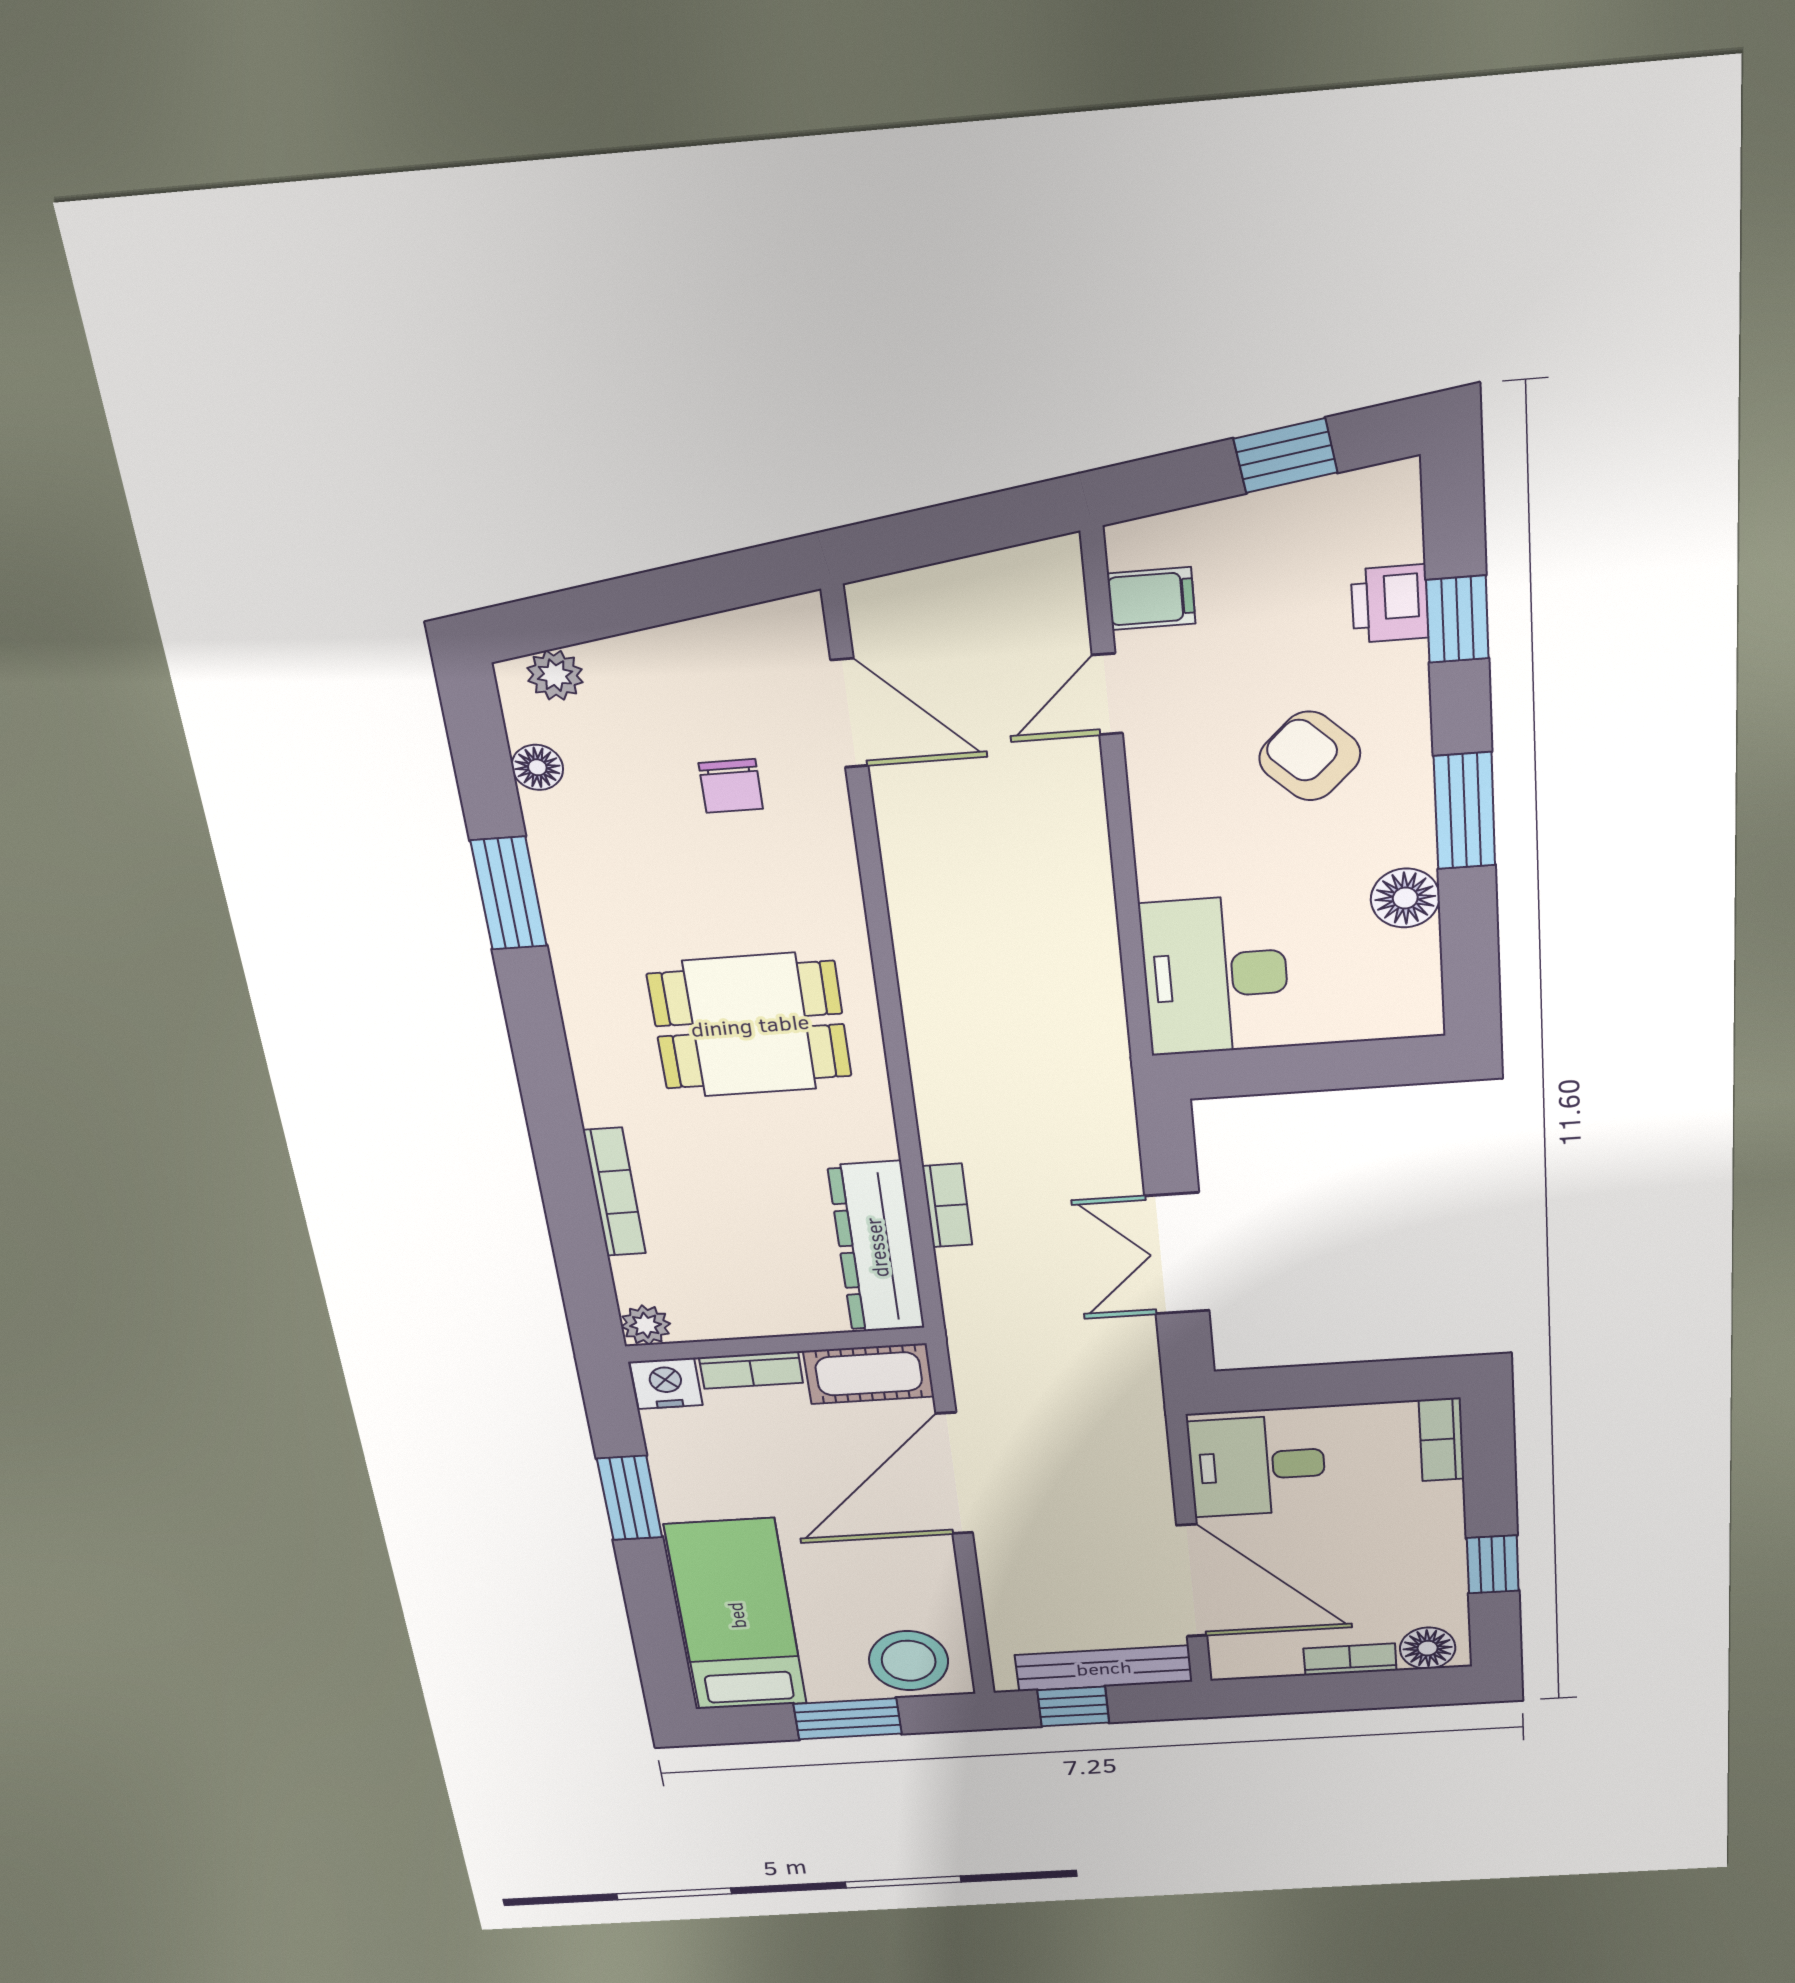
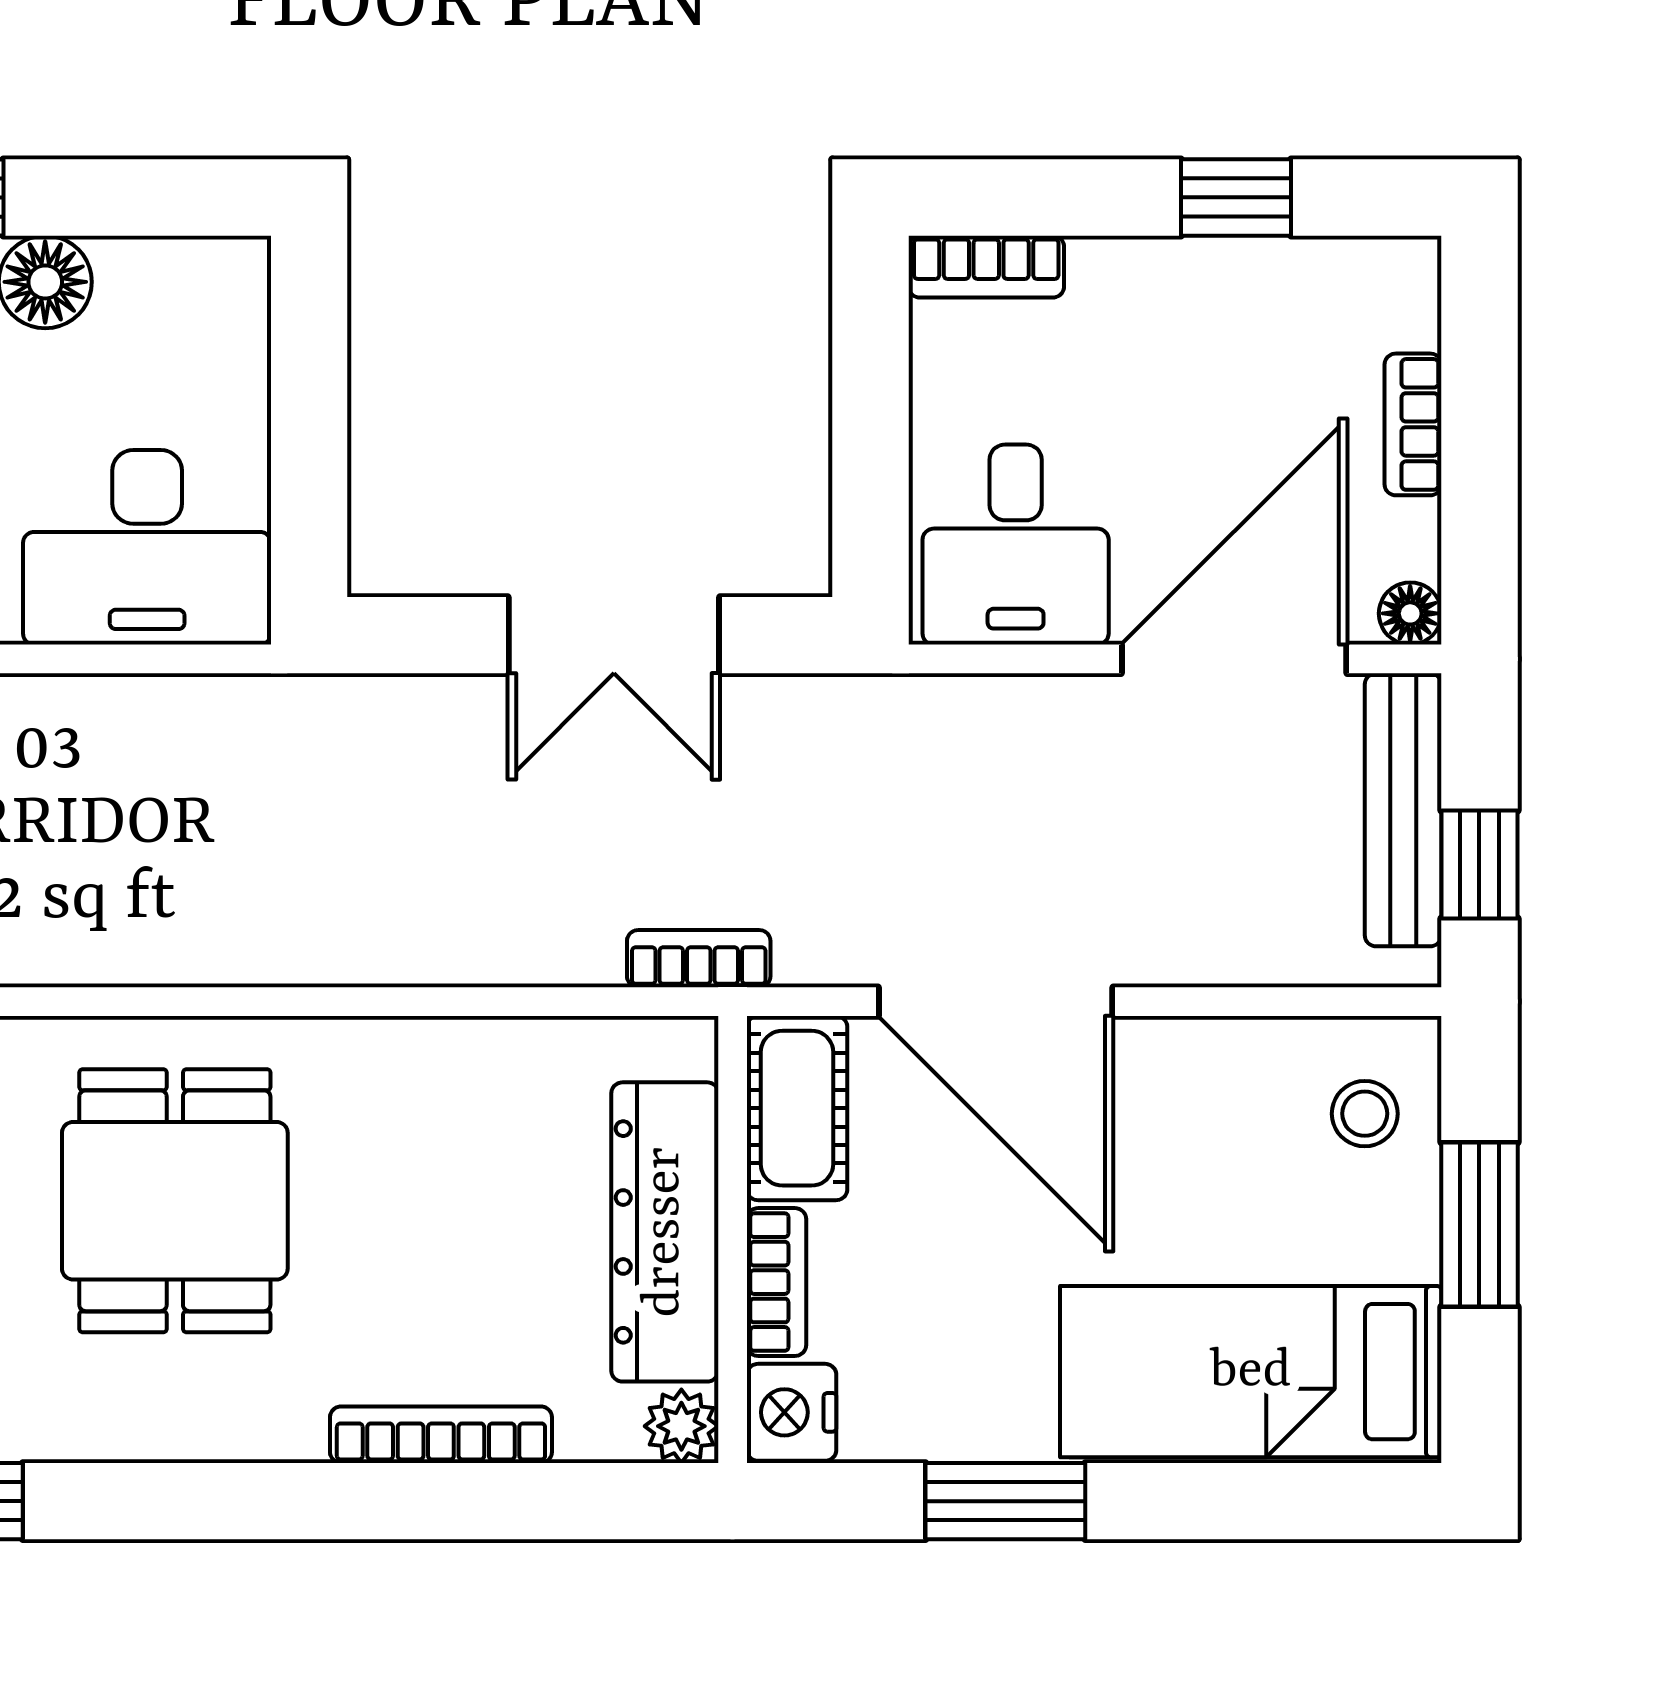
bookcase: (947, 1205) -> (699, 959), moved
dresser: (876, 1248) -> (665, 1232), moved, turned 90
floor lamp: (1428, 1648) -> (1410, 613), moved, width x0.73, depth x0.73
stool: (909, 1661) -> (1365, 1114), width x0.53, depth x0.53

